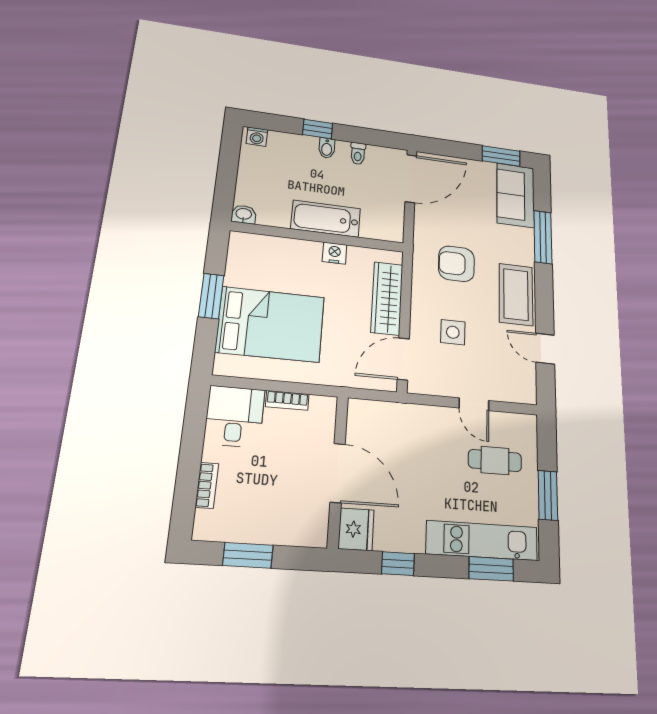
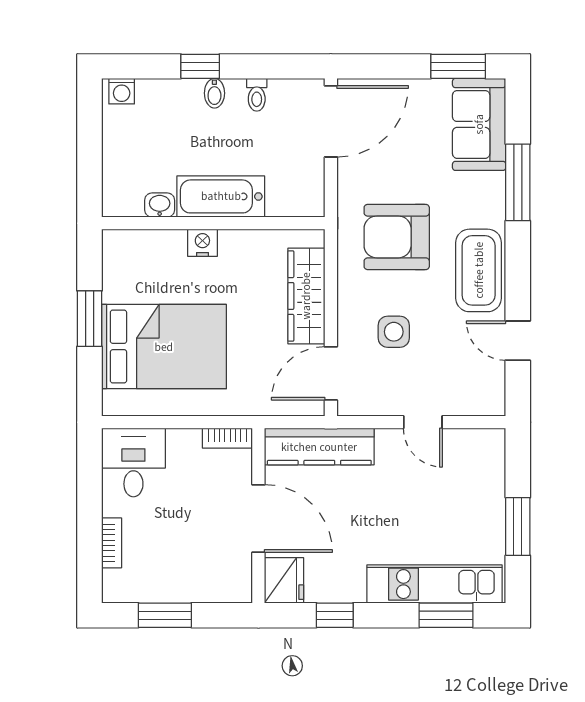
washbasin: (244, 214) -> (160, 205), moved
nightstand: (335, 253) -> (202, 243), moved
armchair: (456, 264) -> (397, 237), width x1.36, depth x1.36
bookcase: (287, 400) -> (227, 438), moved
kitchen counter: (391, 416) -> (319, 447), added
cafe table: (495, 461) -> (450, 490), removed

